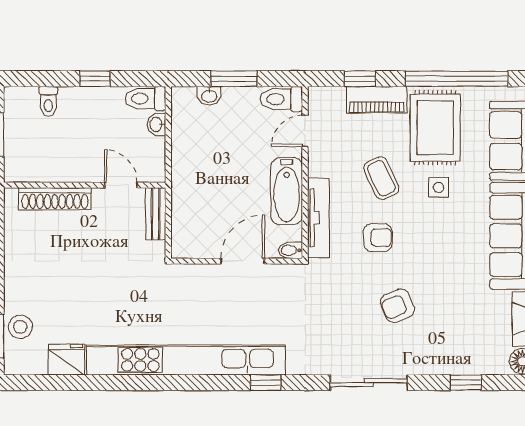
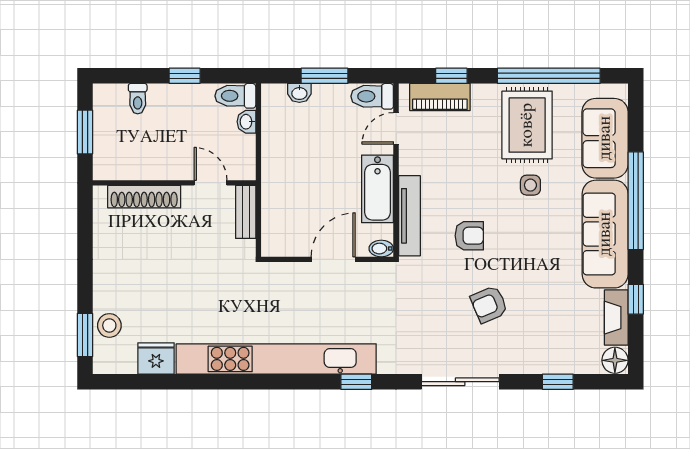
piano: (377, 100) -> (440, 97), moved
coffee table: (381, 178) -> (473, 176), removed

